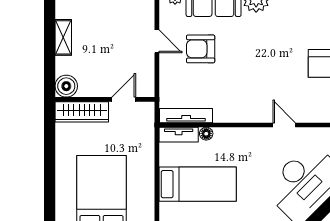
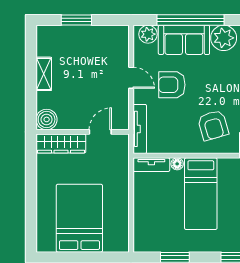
armchair: (245, 92) -> (213, 125), added
tv unit: (186, 116) -> (140, 129), moved, turned 90
bed: (198, 184) -> (201, 194), moved, turned 90

